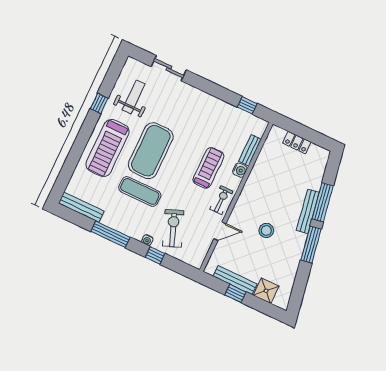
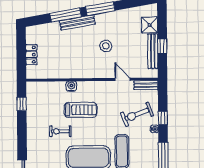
bench: (250, 150) -> (146, 85), moved
treadmill: (208, 168) -> (81, 110), turned 180
exercise bike: (221, 200) -> (60, 131), moved

